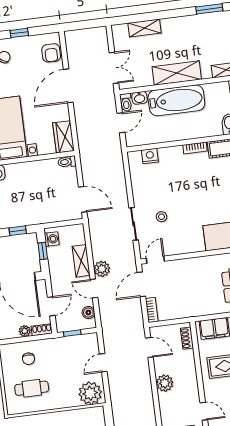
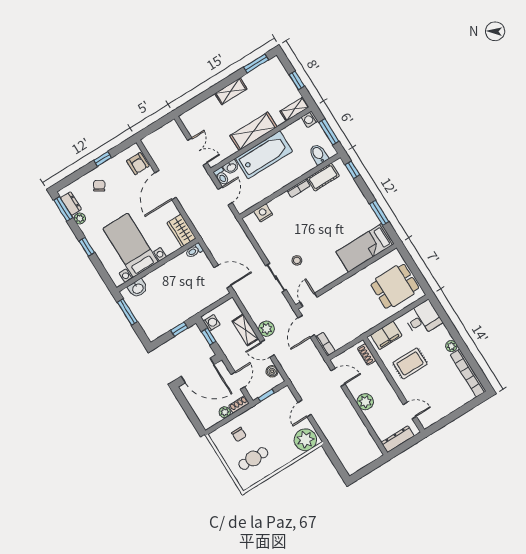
shelving: (145, 28) -> (231, 91), moved

